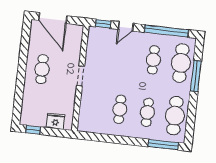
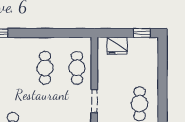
cafe table: (147, 112) -> (77, 68), moved

